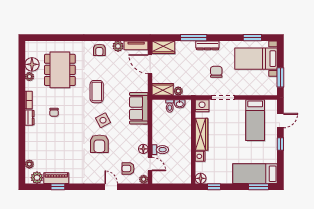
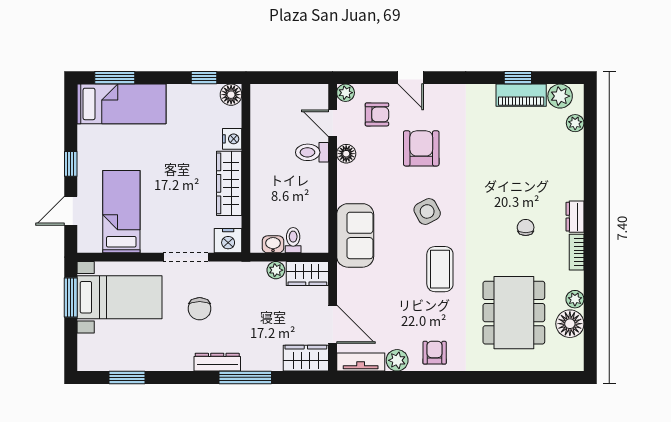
bed with nightstands: (256, 59) -> (120, 297), moved
armchair: (99, 144) -> (421, 148), moved

